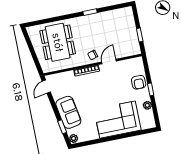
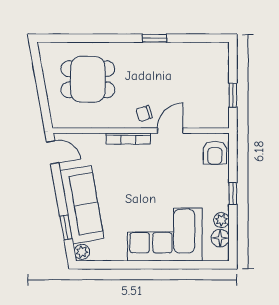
dining table: (58, 42) -> (88, 79), width x0.73
armchair: (139, 82) -> (215, 153), moved
door: (46, 87) -> (53, 152), swing flipped
sofa: (68, 112) -> (82, 205), width x1.36
floor lamp: (149, 115) -> (220, 238), added

